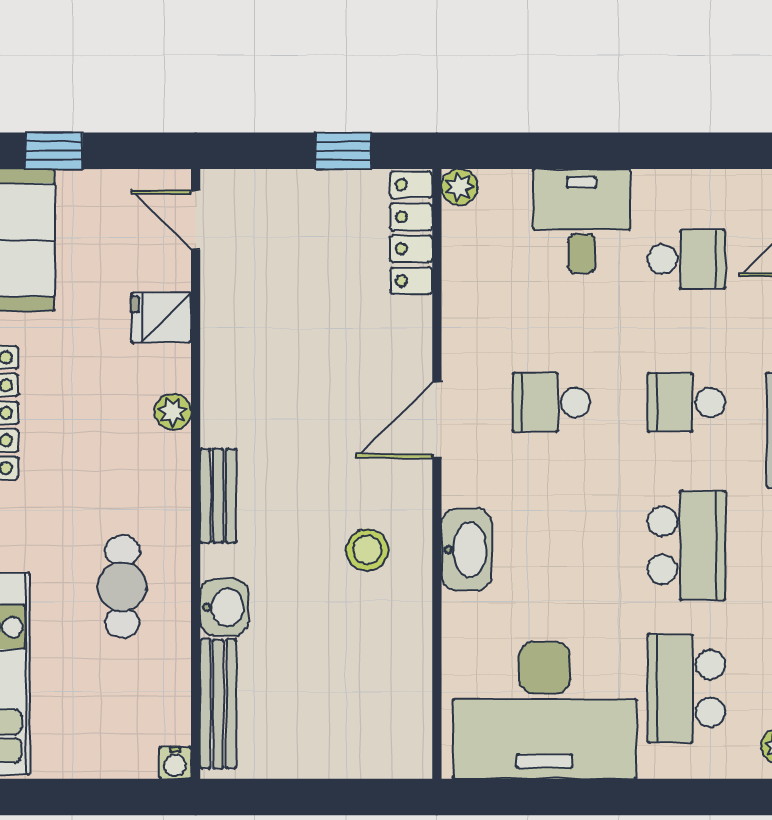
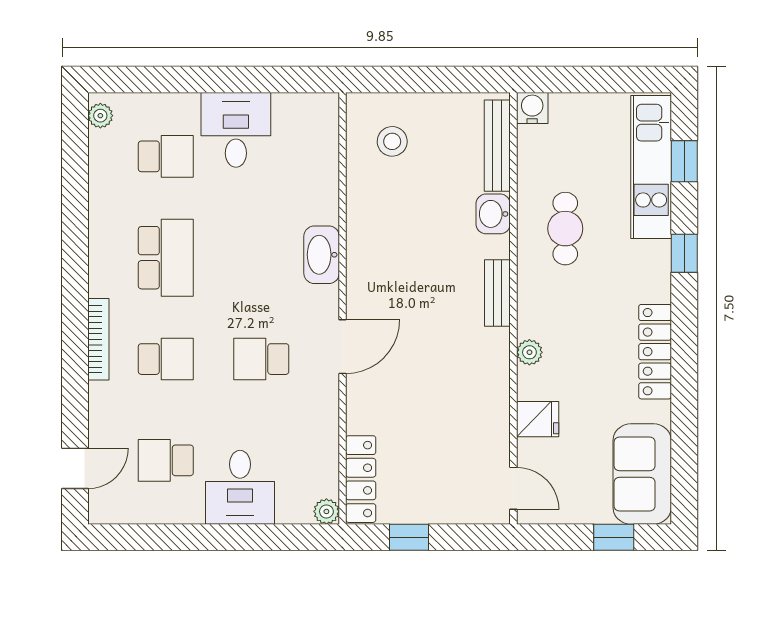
school desk: (551, 402) -> (261, 359), turned 180
school desk: (686, 545) -> (166, 258), turned 180
stool: (367, 550) -> (392, 141), moved
school desk: (686, 689) -> (166, 156), width x0.54
desk: (545, 710) -> (236, 130), width x0.53, depth x0.77
water cooler: (175, 763) -> (532, 108), width x1.38, depth x1.38

